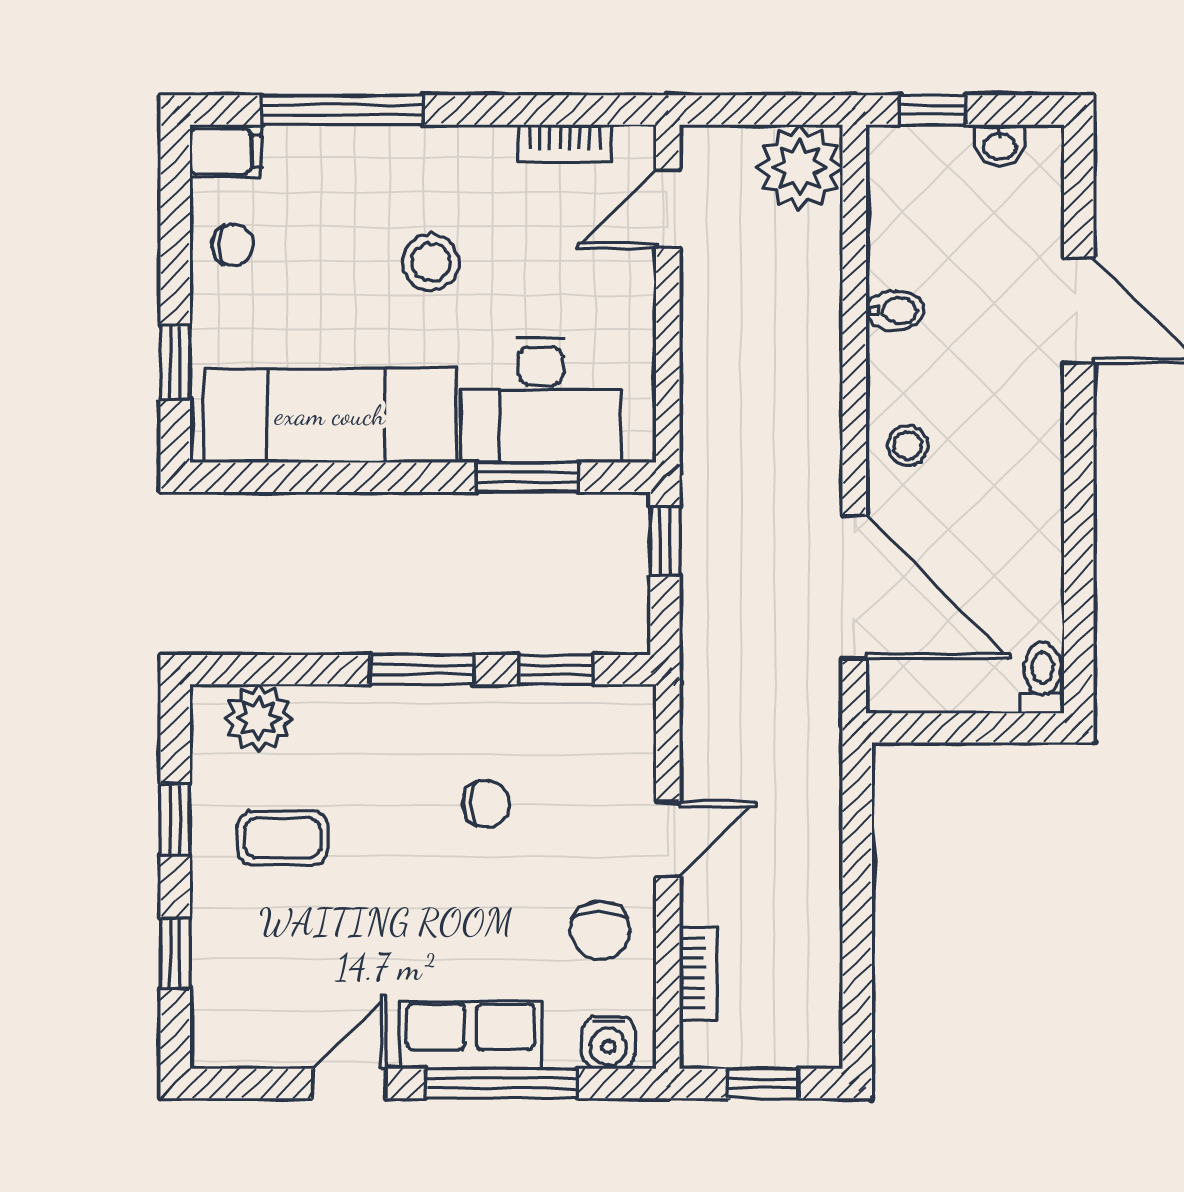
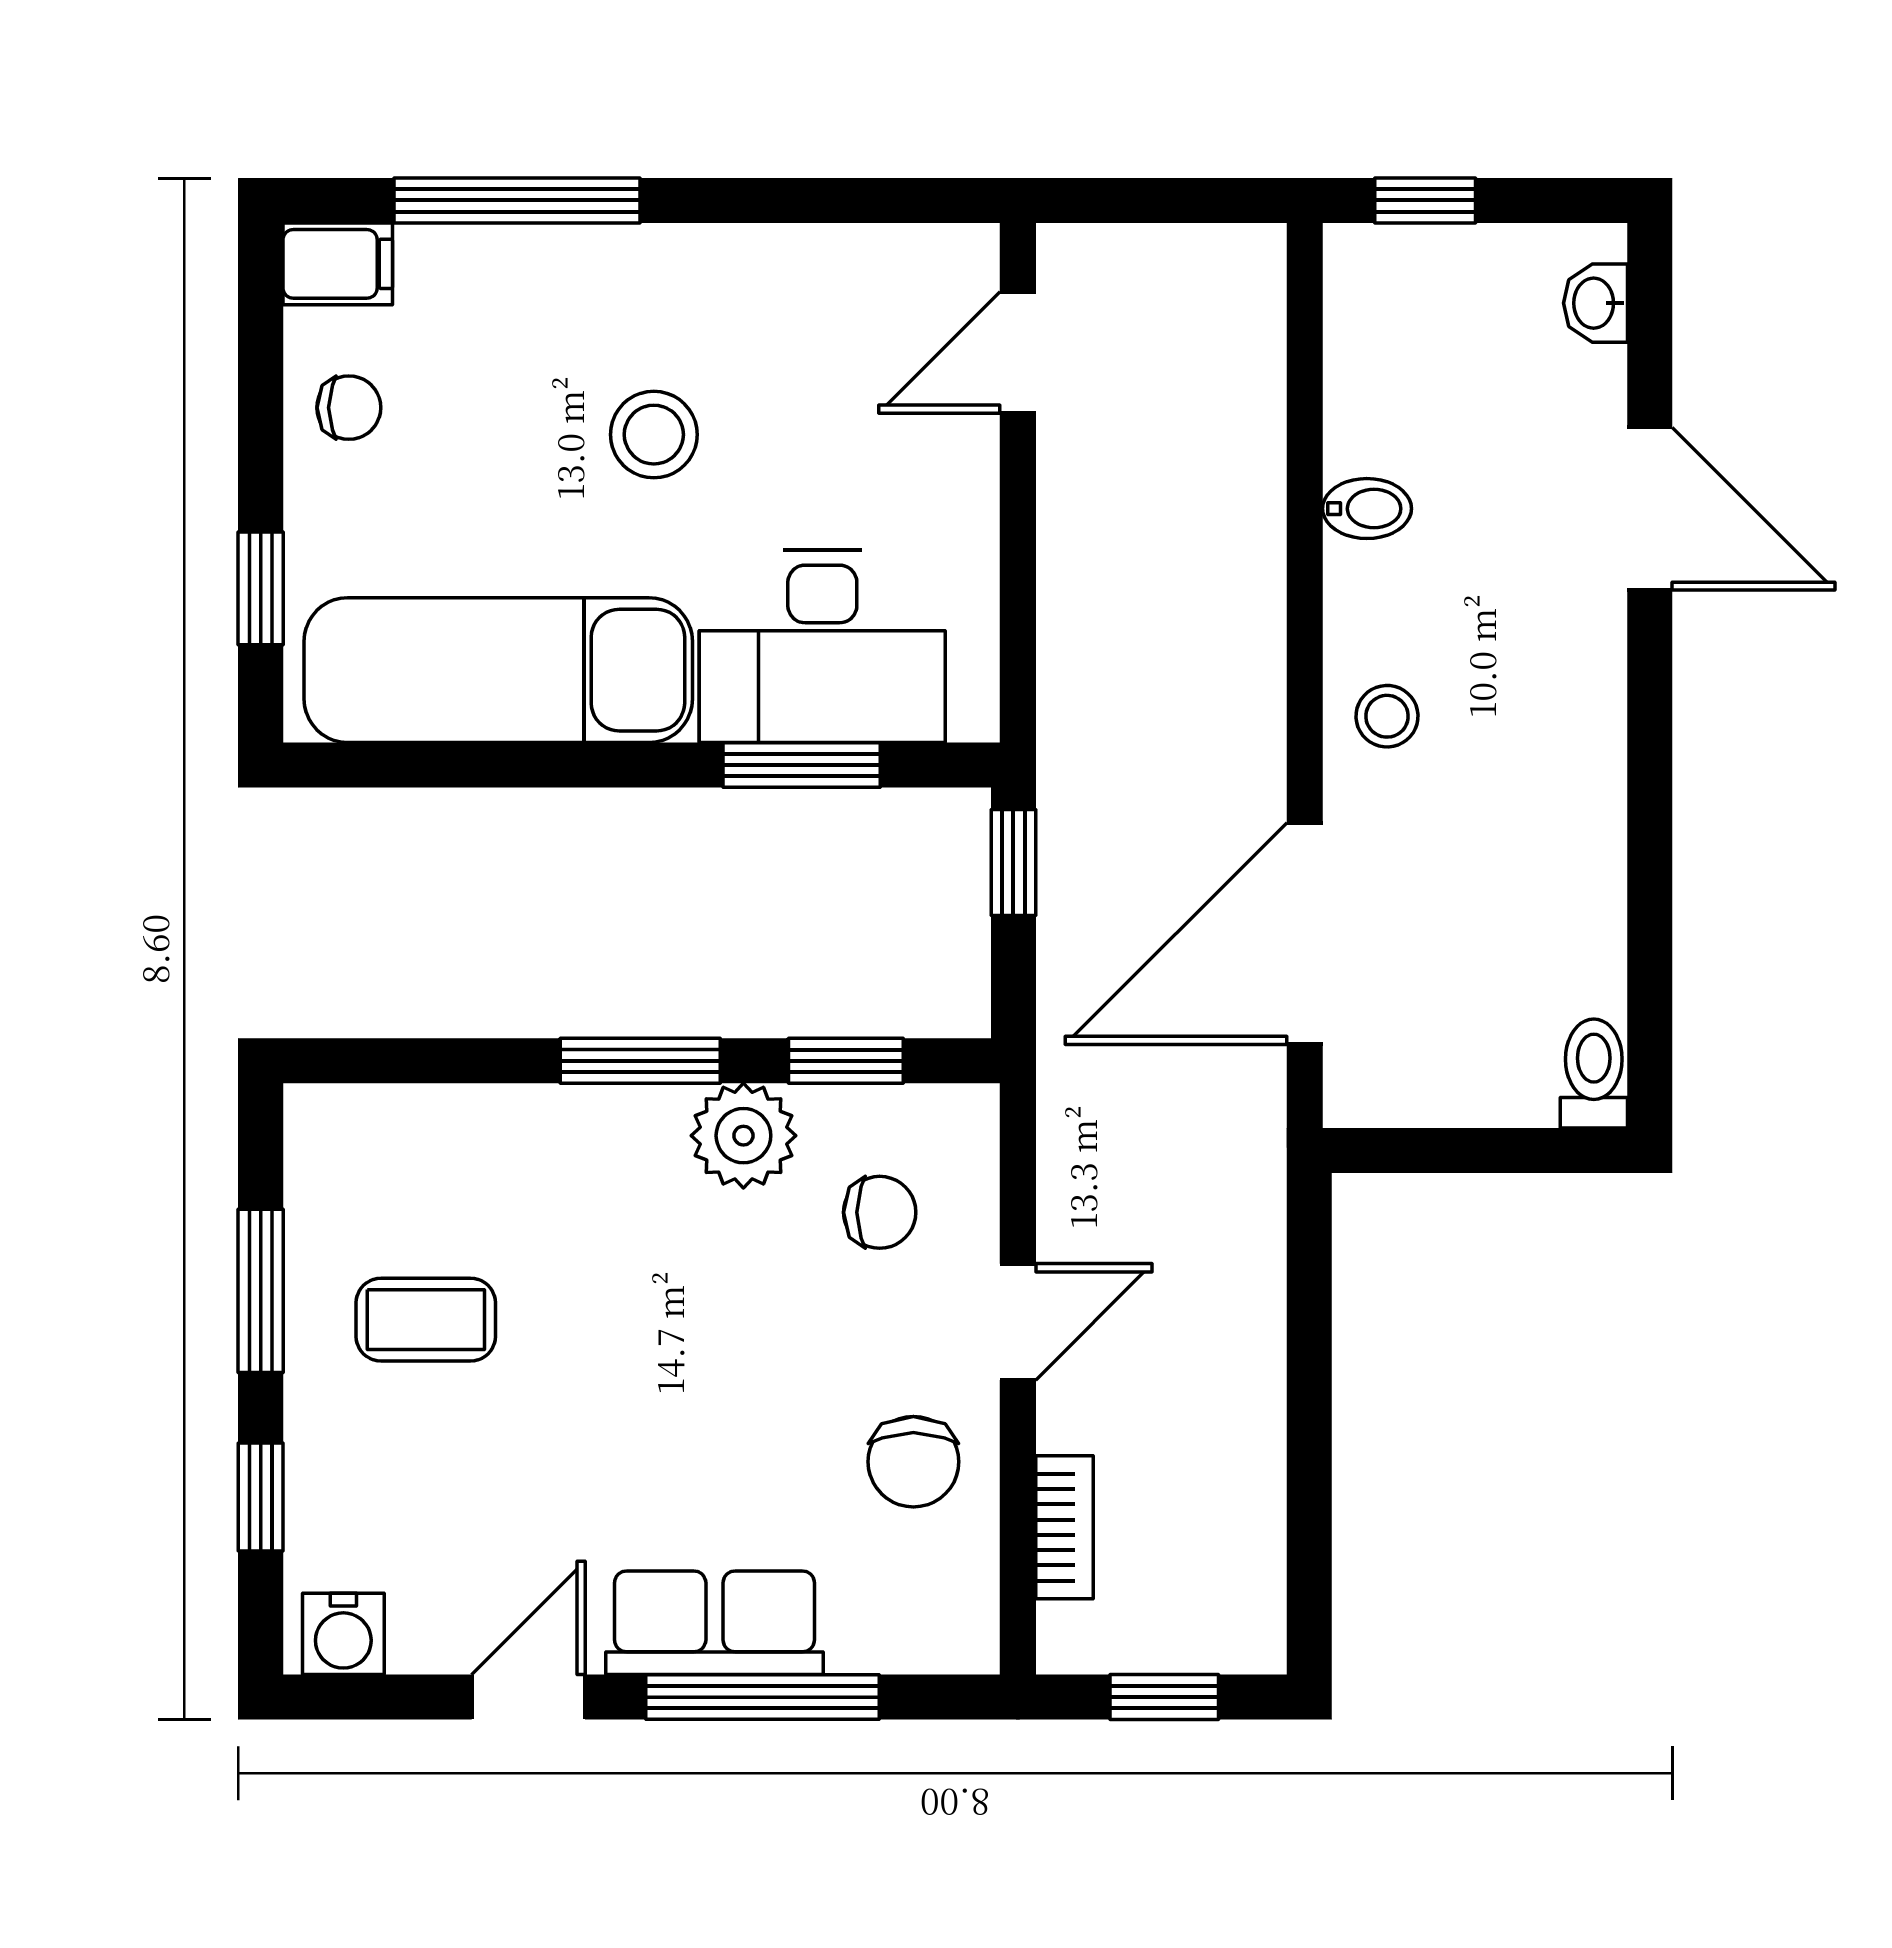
bookcase: (565, 143) -> (860, 252), removed
washbasin: (1000, 145) -> (1596, 303), moved, turned 90
plant: (800, 167) -> (1221, 289), removed
door: (854, 587) -> (1305, 934), swing flipped
plant: (259, 718) -> (743, 1136), moved
chair: (486, 804) -> (880, 1212), moved
window: (175, 819) -> (261, 1291), width x1.50
water cooler: (609, 1042) -> (343, 1634), moved

